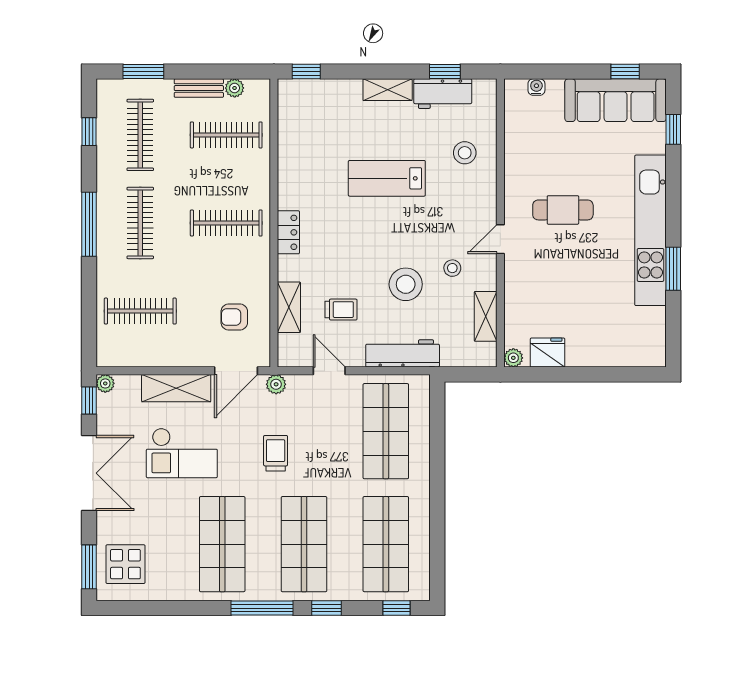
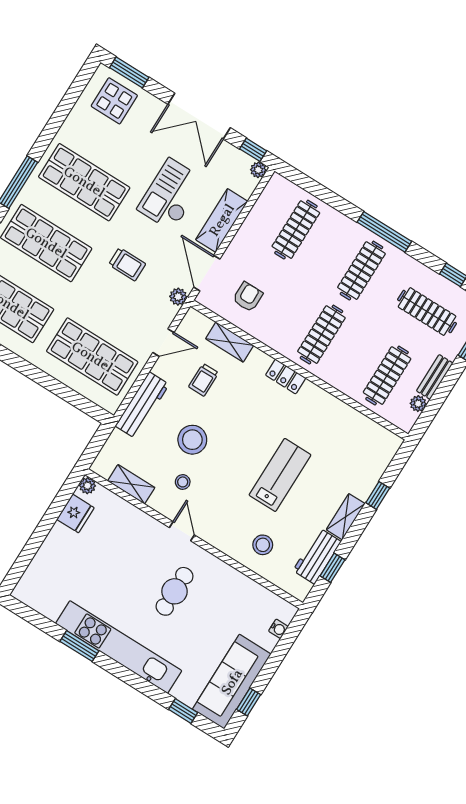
window: (306, 72) -> (378, 495), moved
clothes rail: (140, 223) -> (361, 271), turned 90

